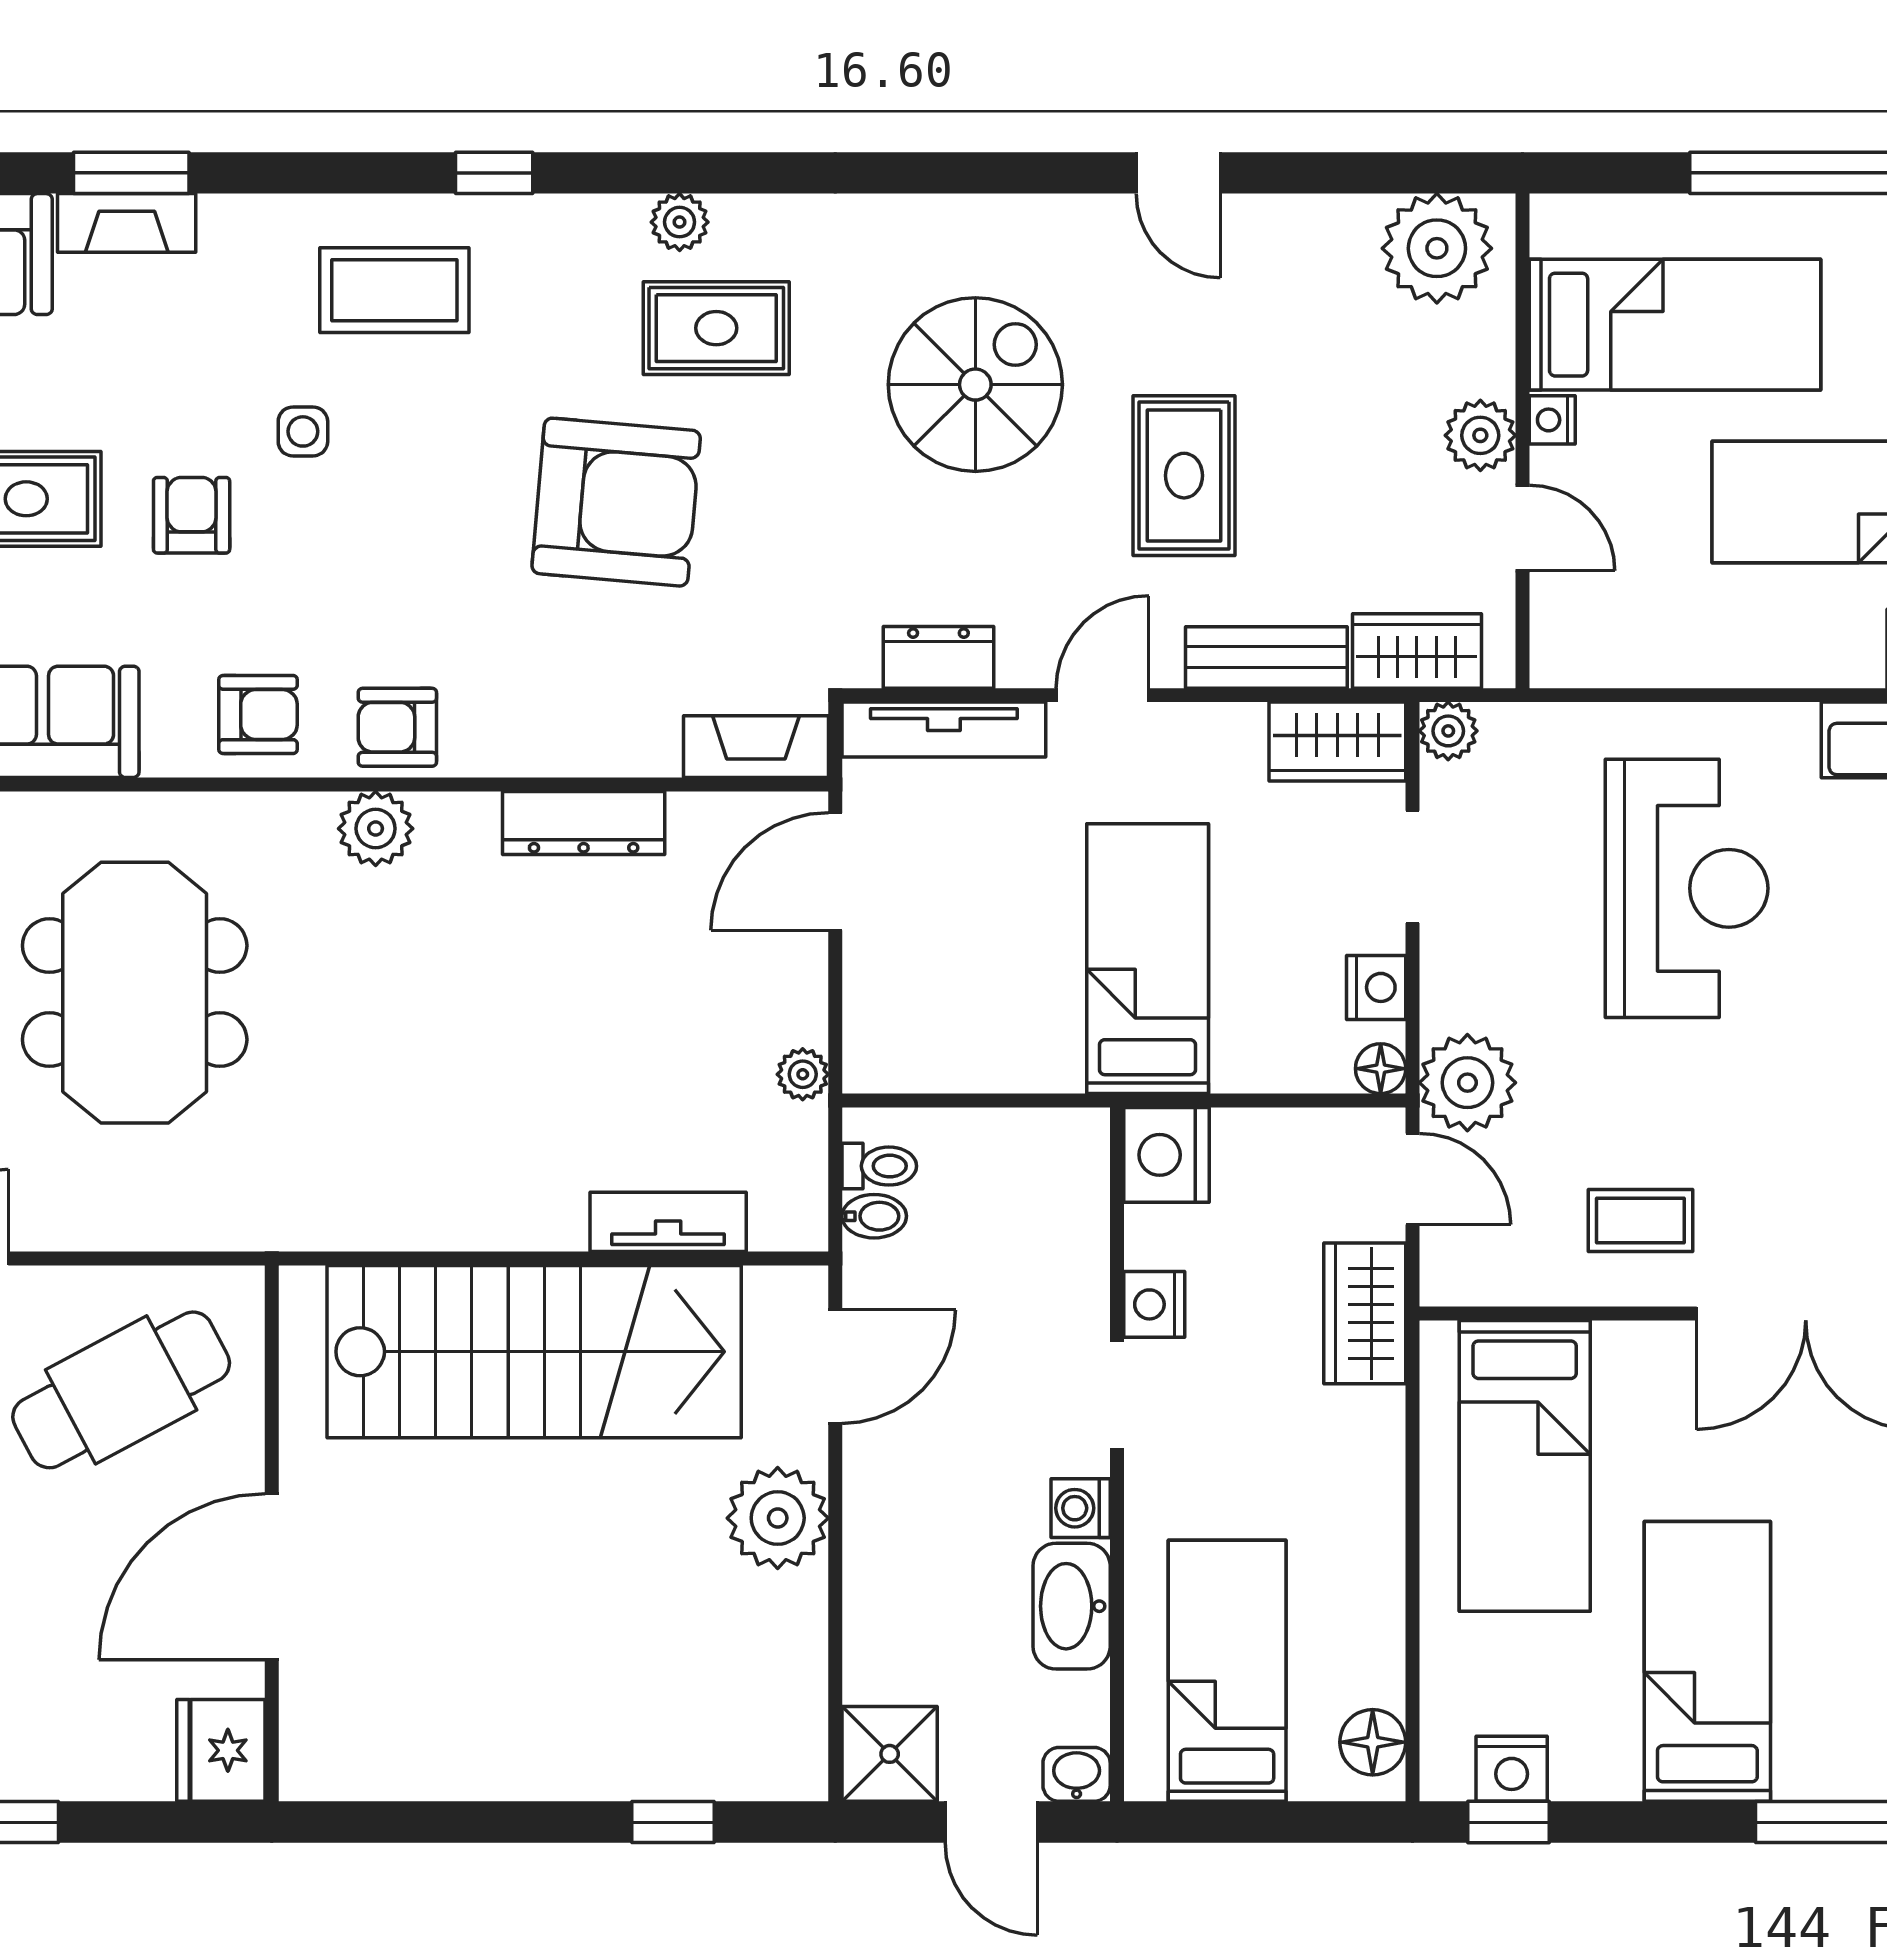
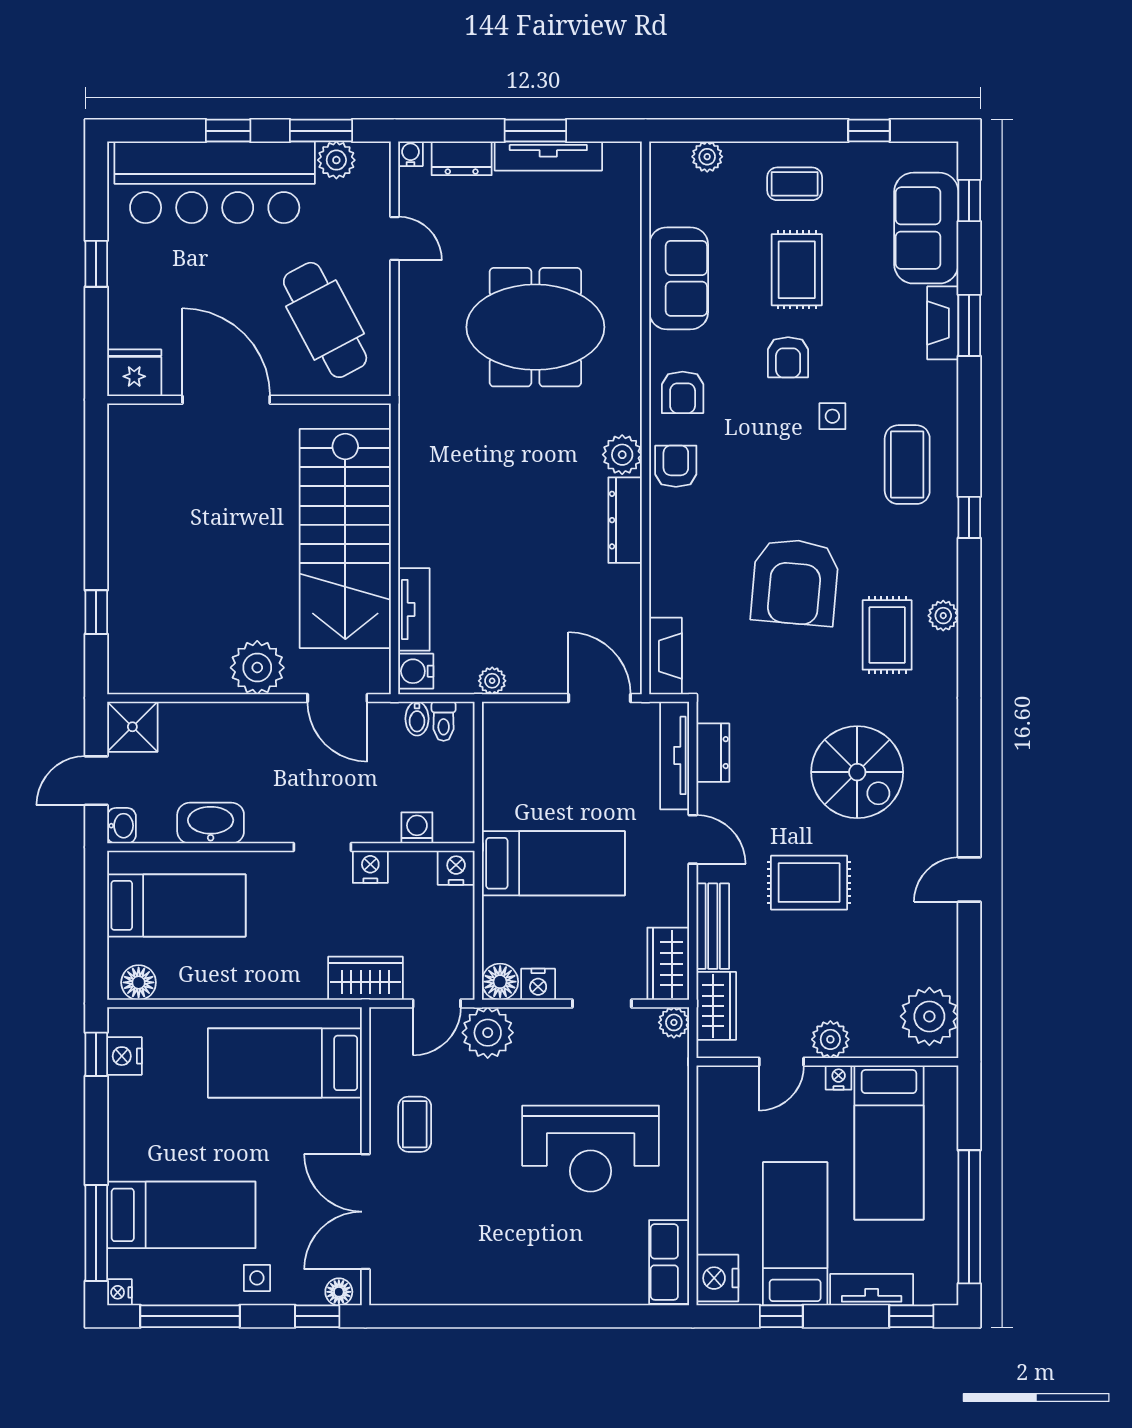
armchair: (192, 515) -> (788, 357), turned 90
dresser: (584, 823) -> (625, 520), moved
floor lamp: (1381, 1069) -> (500, 982), width x1.37, depth x1.37
nightstand: (1166, 1155) -> (456, 868), width x0.74, depth x0.75
water cooler: (785, 1219) -> (416, 671), added
washing machine: (1081, 1508) -> (417, 828), moved
bed: (1707, 1661) -> (181, 1215), moved

